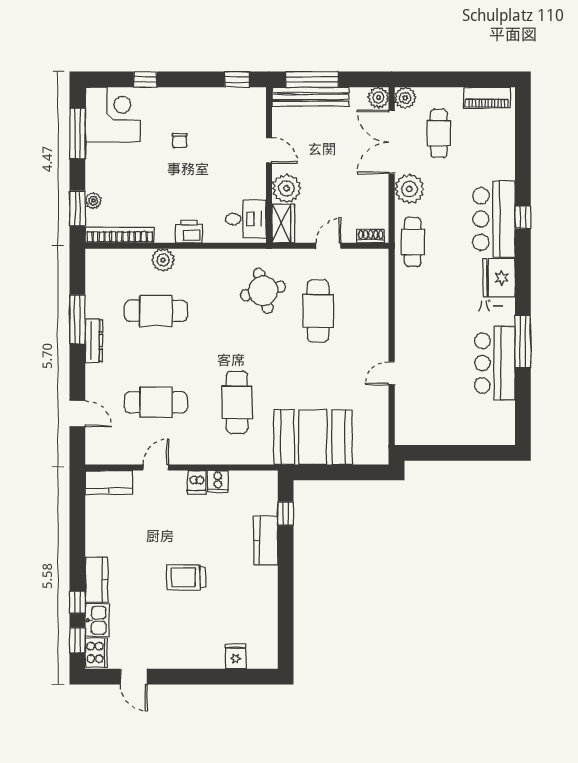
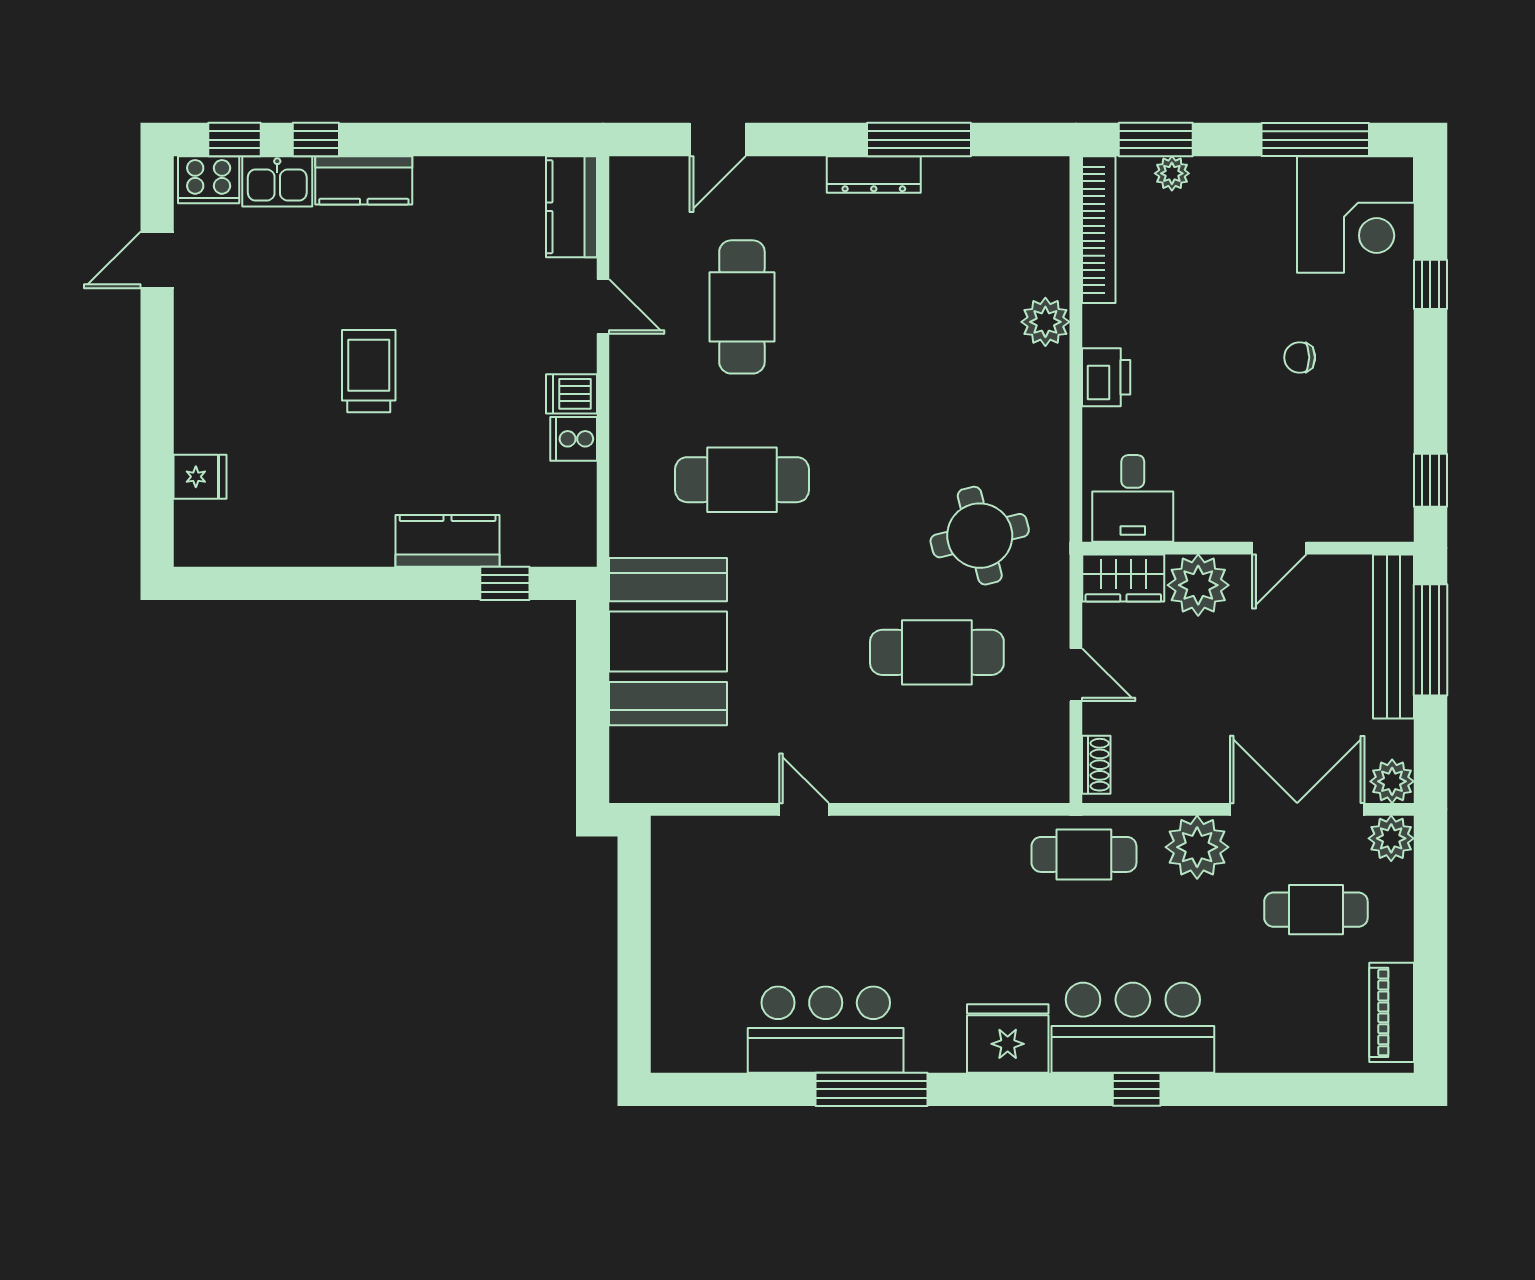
cafe table: (156, 311) -> (937, 307), removed

